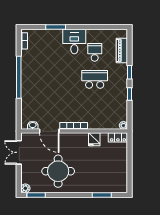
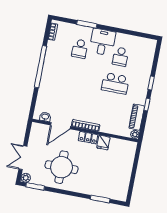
piano: (122, 51) -> (137, 117), moved
school desk: (54, 52) -> (80, 49), added
school desk: (95, 52) -> (120, 57), turned 180
school desk: (95, 79) -> (115, 83), turned 180
door: (49, 131) -> (60, 126), hinge flipped
locker: (118, 137) -> (88, 138), moved
double door: (19, 152) -> (23, 158), moved

